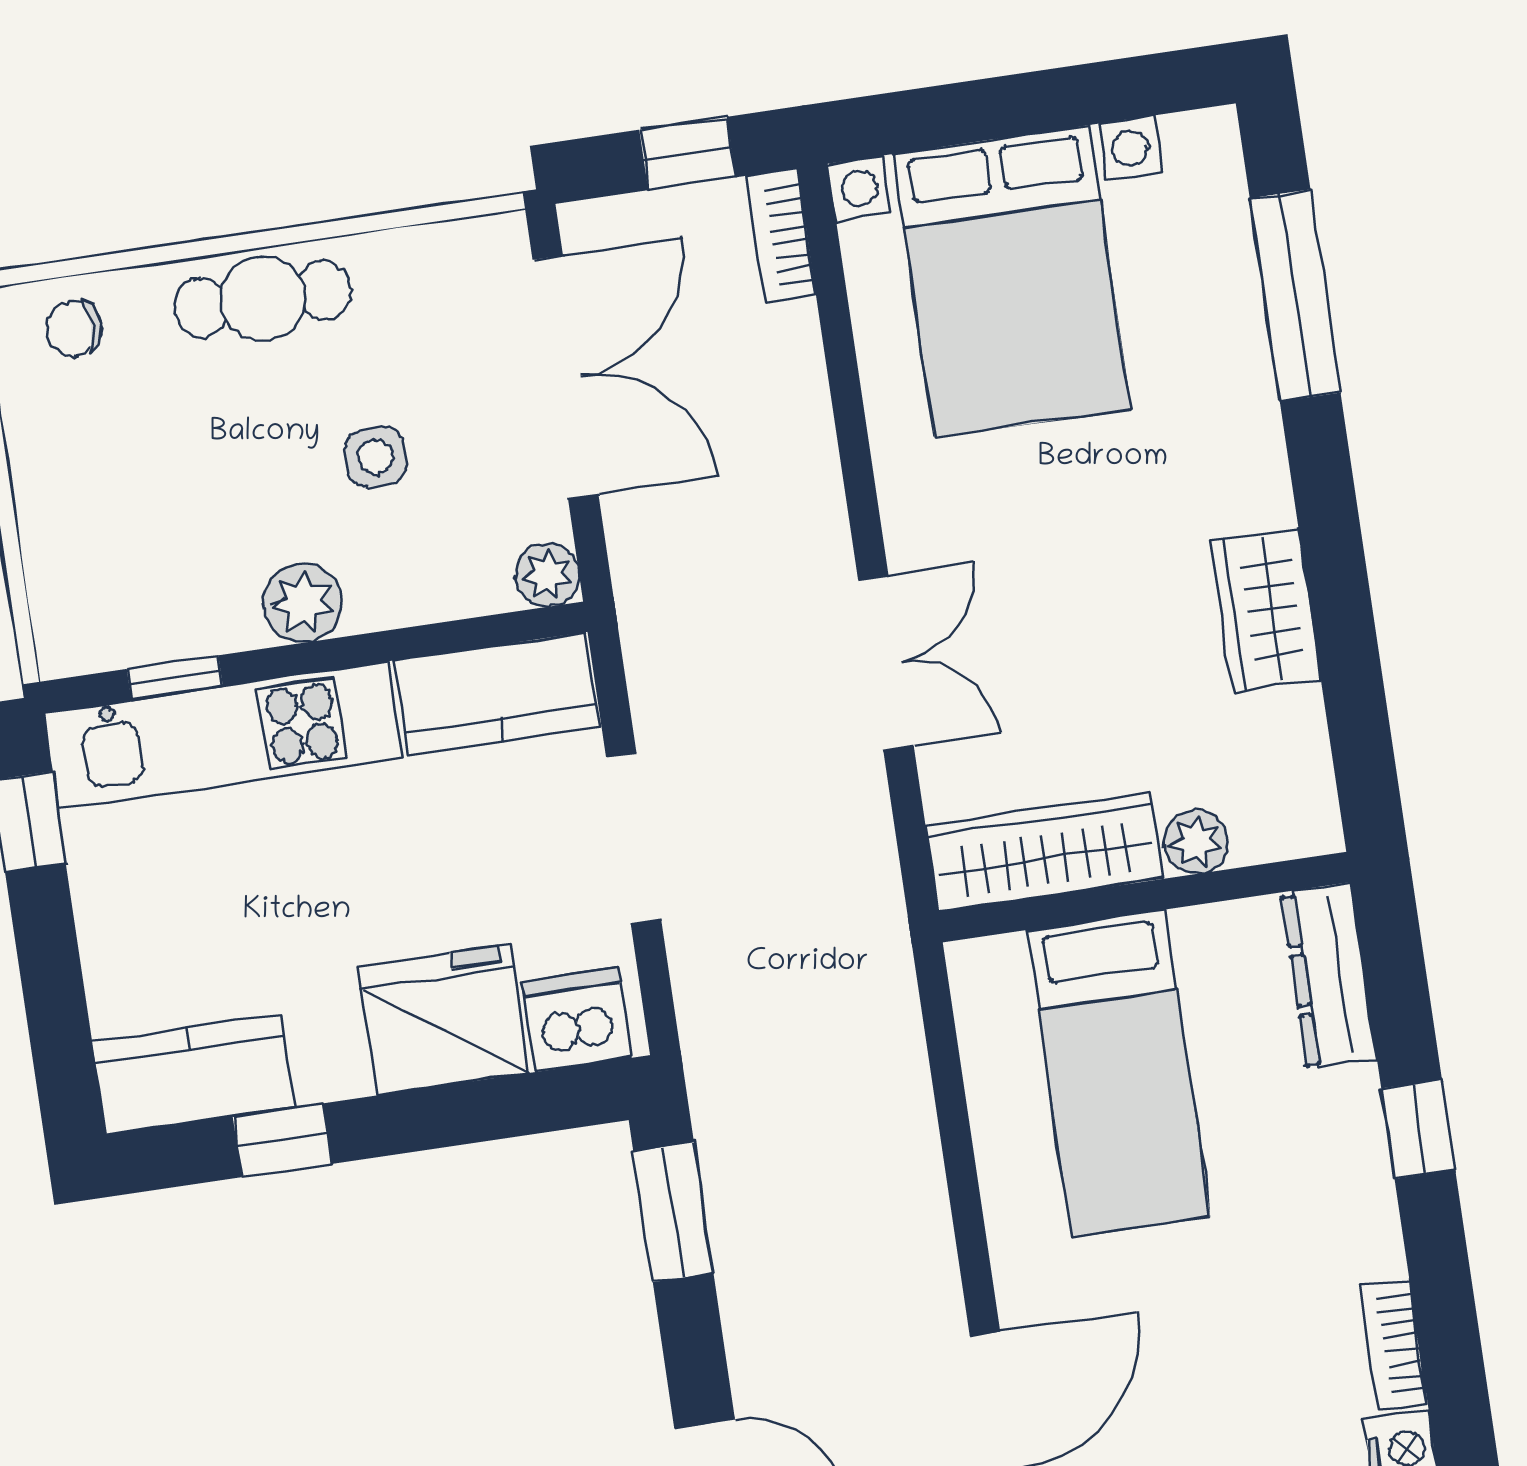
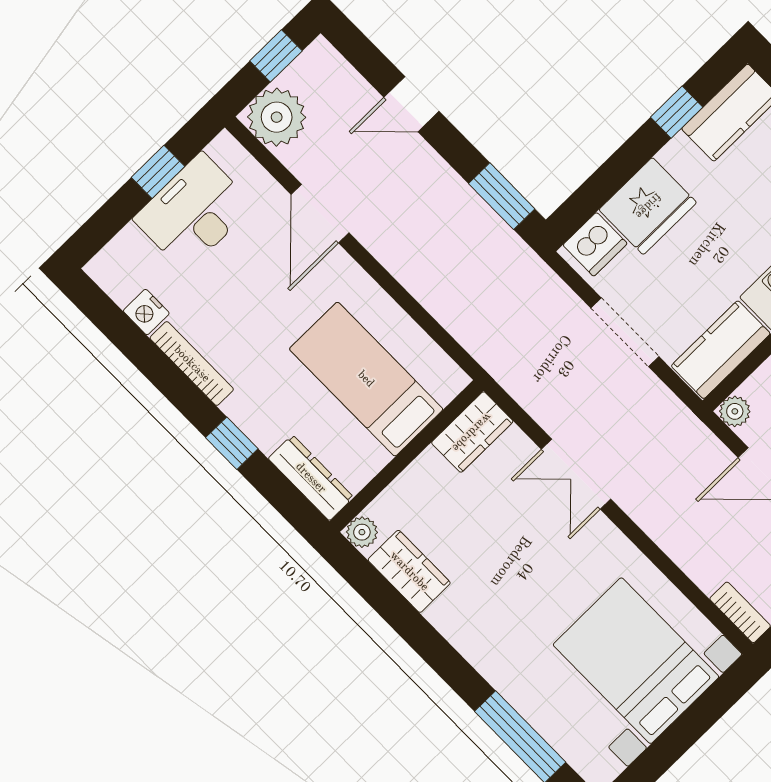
wardrobe: (1266, 610) -> (409, 571), moved
plant: (1196, 842) -> (362, 532), moved
wardrobe: (1044, 852) -> (472, 432), width x0.67
bookcase: (1394, 1345) -> (192, 364), width x1.56

